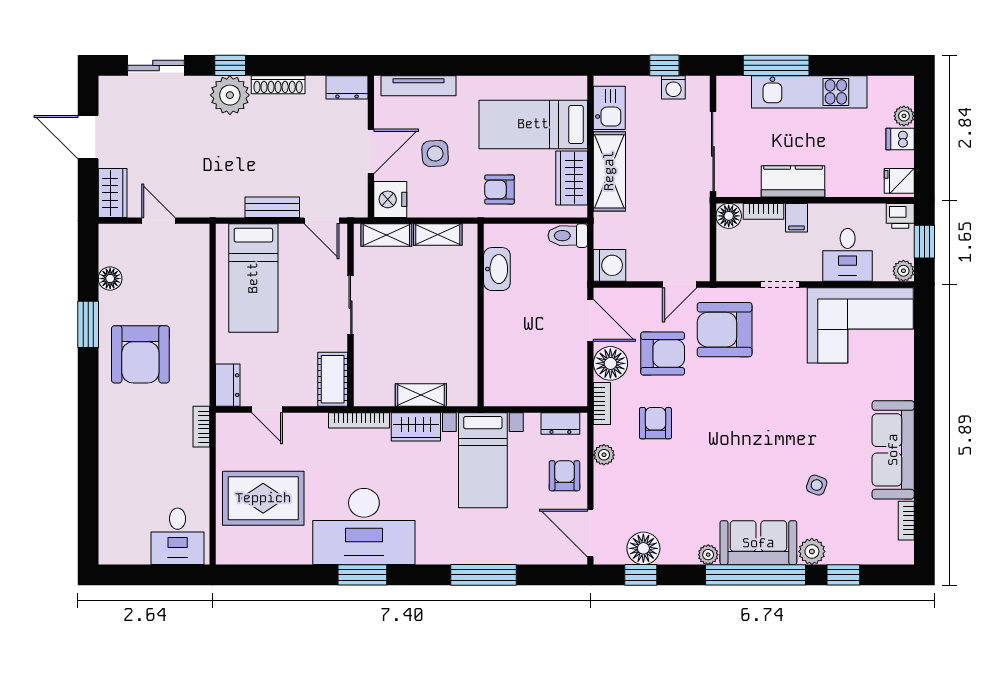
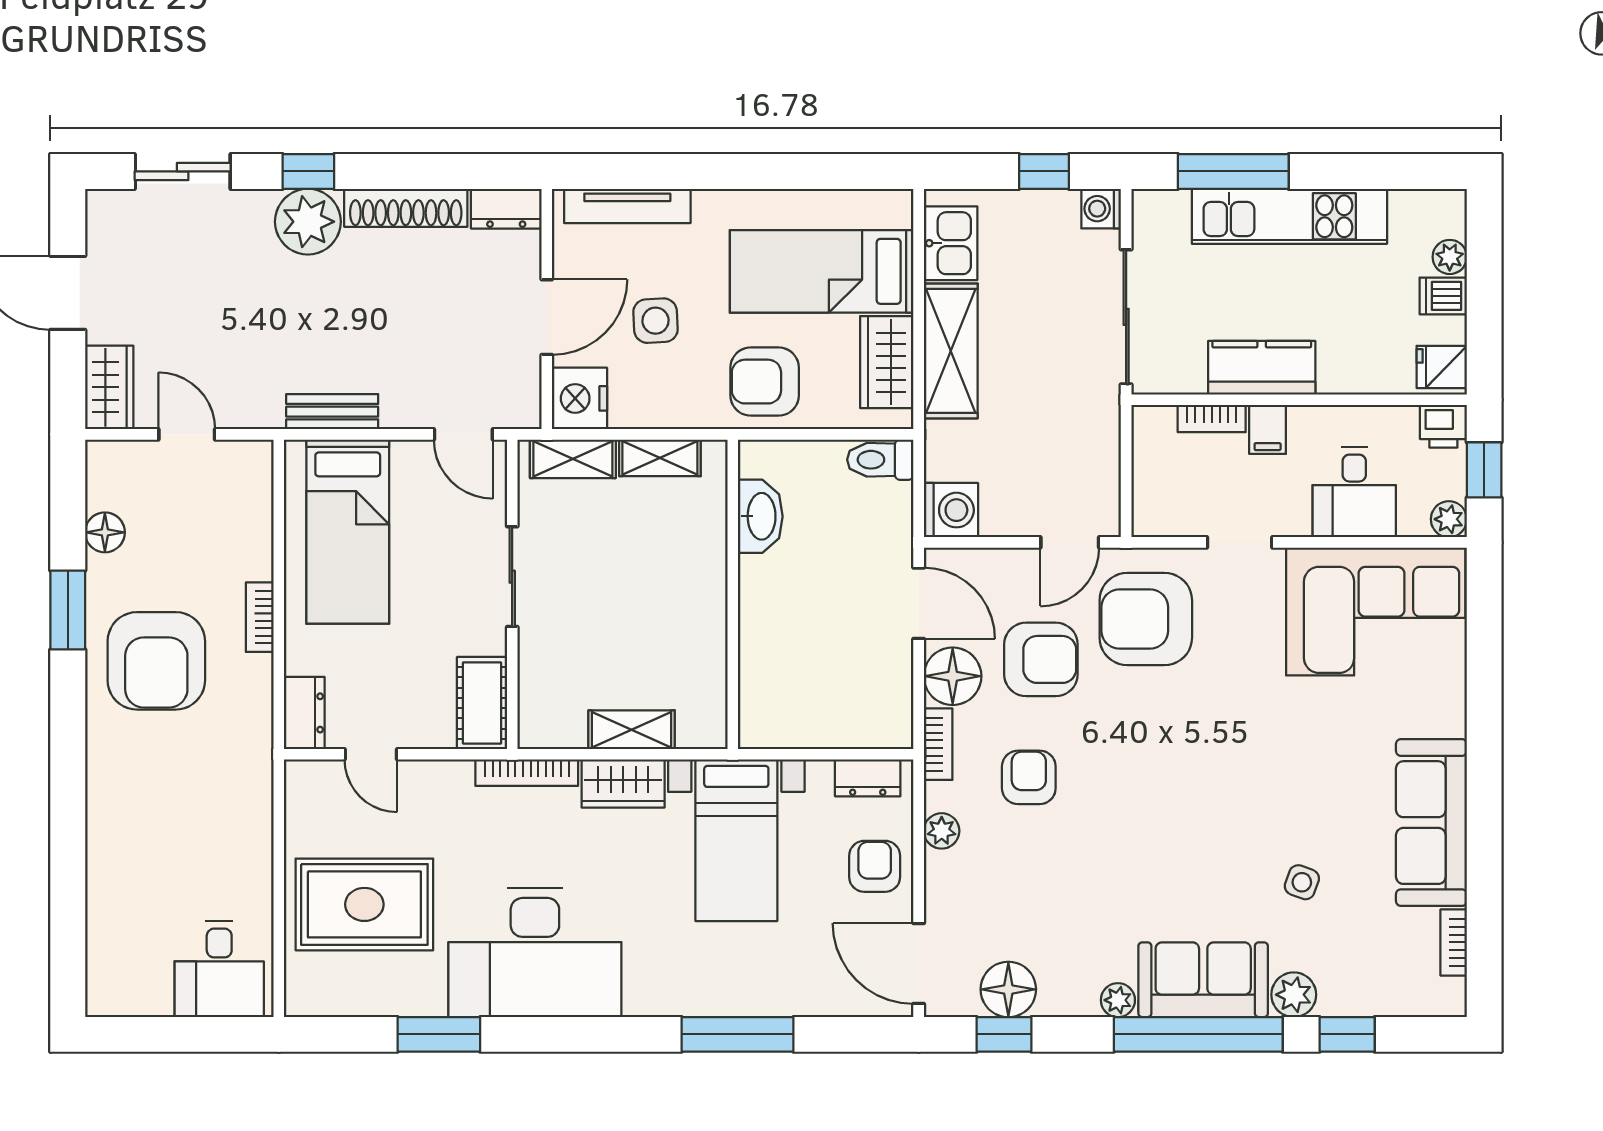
shoe rack: (278, 85) -> (406, 208), width x1.36, depth x1.24
washing machine: (673, 87) -> (1101, 209), moved, turned 90
armchair: (500, 189) -> (765, 382), width x1.38, depth x1.38
bench: (272, 207) -> (332, 412), moved
floor lamp: (729, 216) -> (1153, 426), removed
bookcase: (201, 427) -> (260, 617), moved
window: (362, 575) -> (439, 1034), moved

